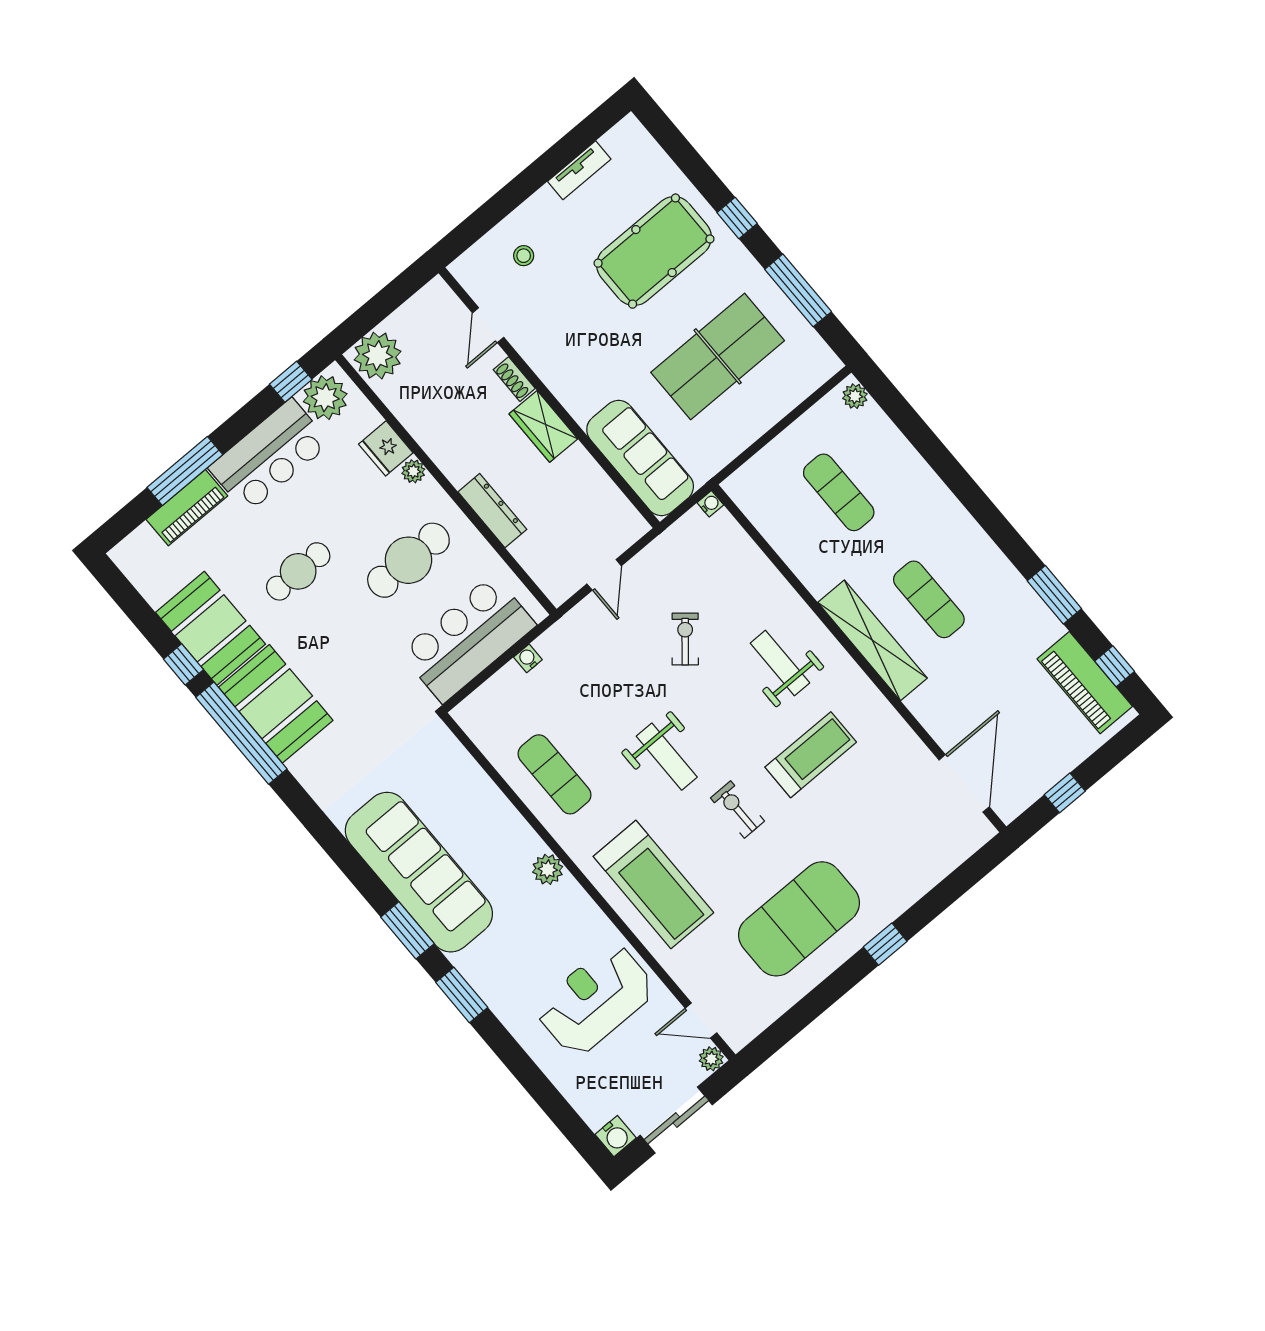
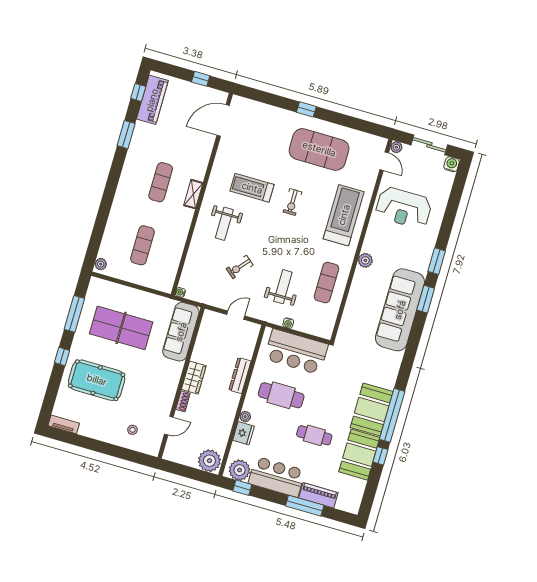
tv unit: (579, 170) -> (64, 424), moved
shelving: (872, 640) -> (193, 194), width x0.45, depth x0.75
weight bench: (667, 757) -> (283, 287), moved

